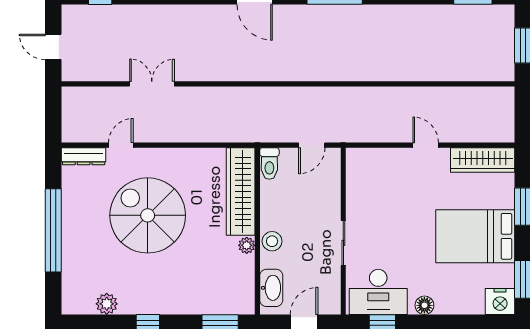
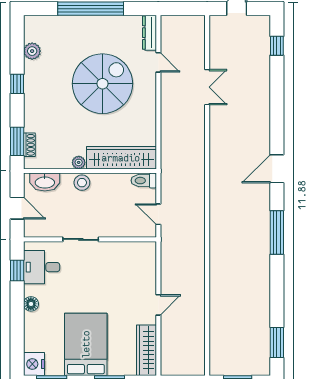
desk: (378, 292) -> (42, 267), width x0.73
shoe rack: (225, 307) -> (29, 145), added

